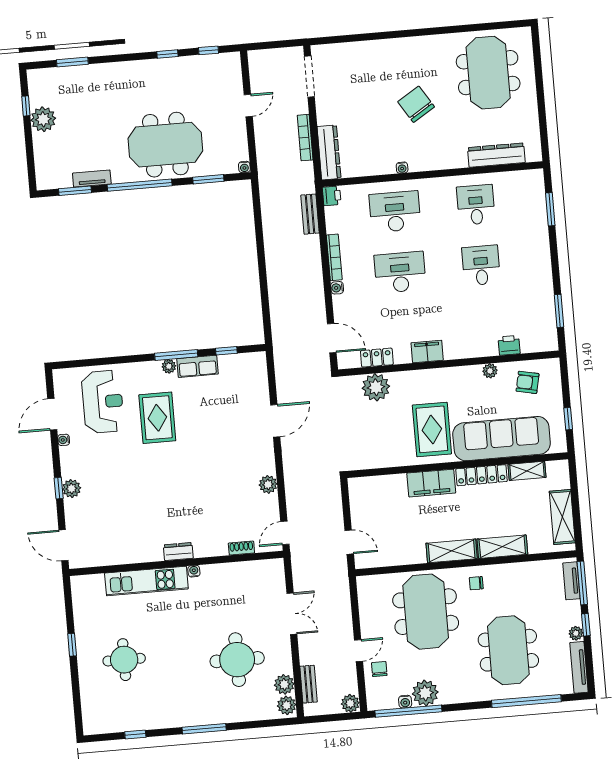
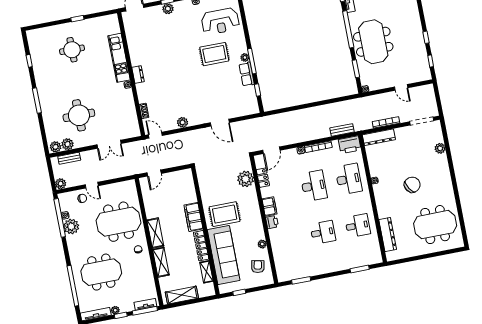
plant: (359, 50) -> (440, 148), added
printer: (332, 196) -> (350, 145), width x1.87, depth x1.48
printer: (509, 345) -> (272, 222), moved

